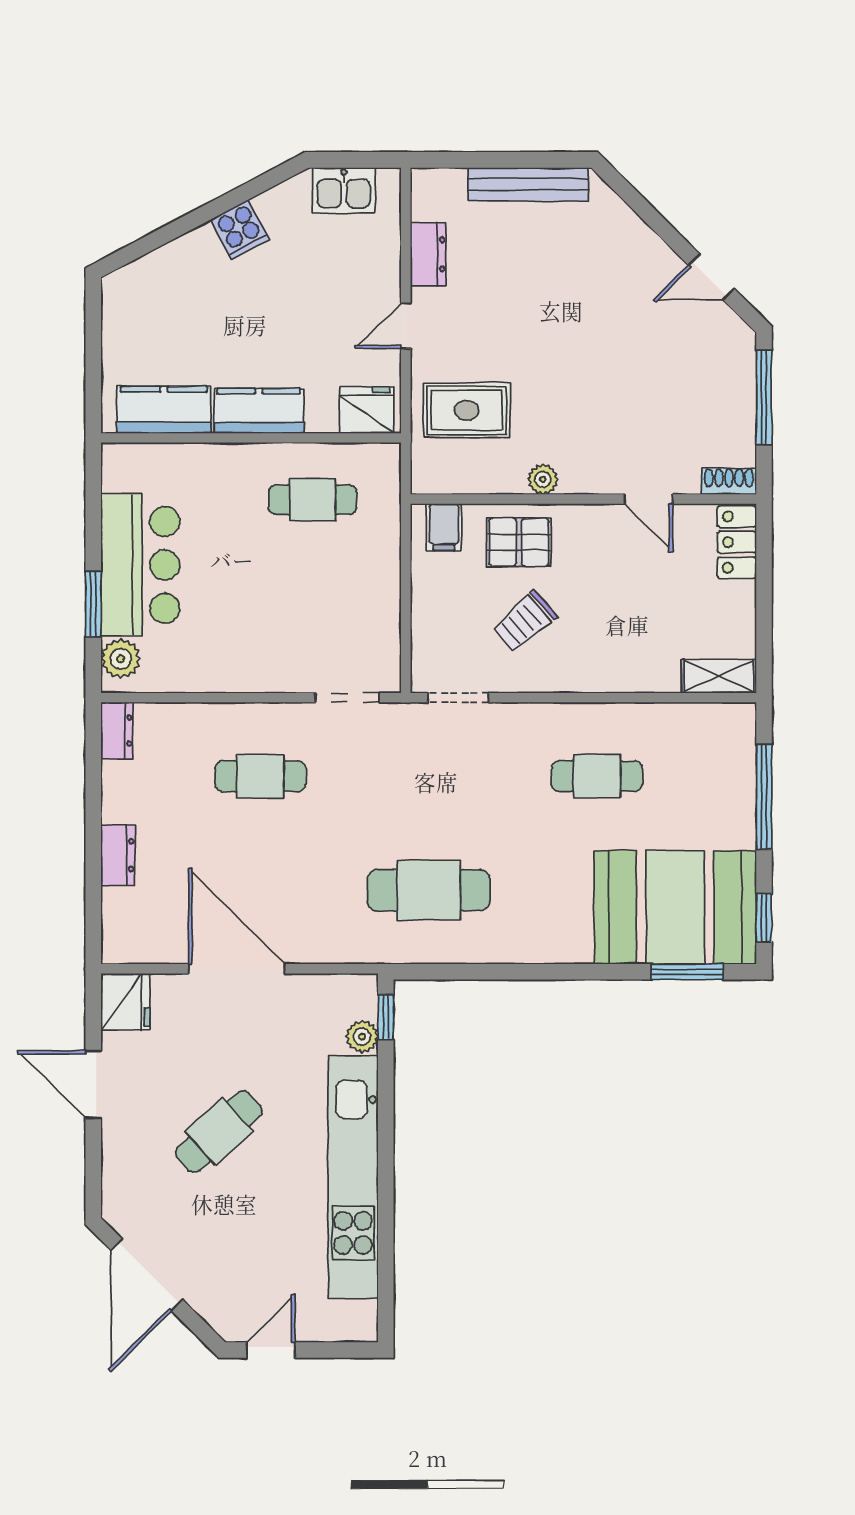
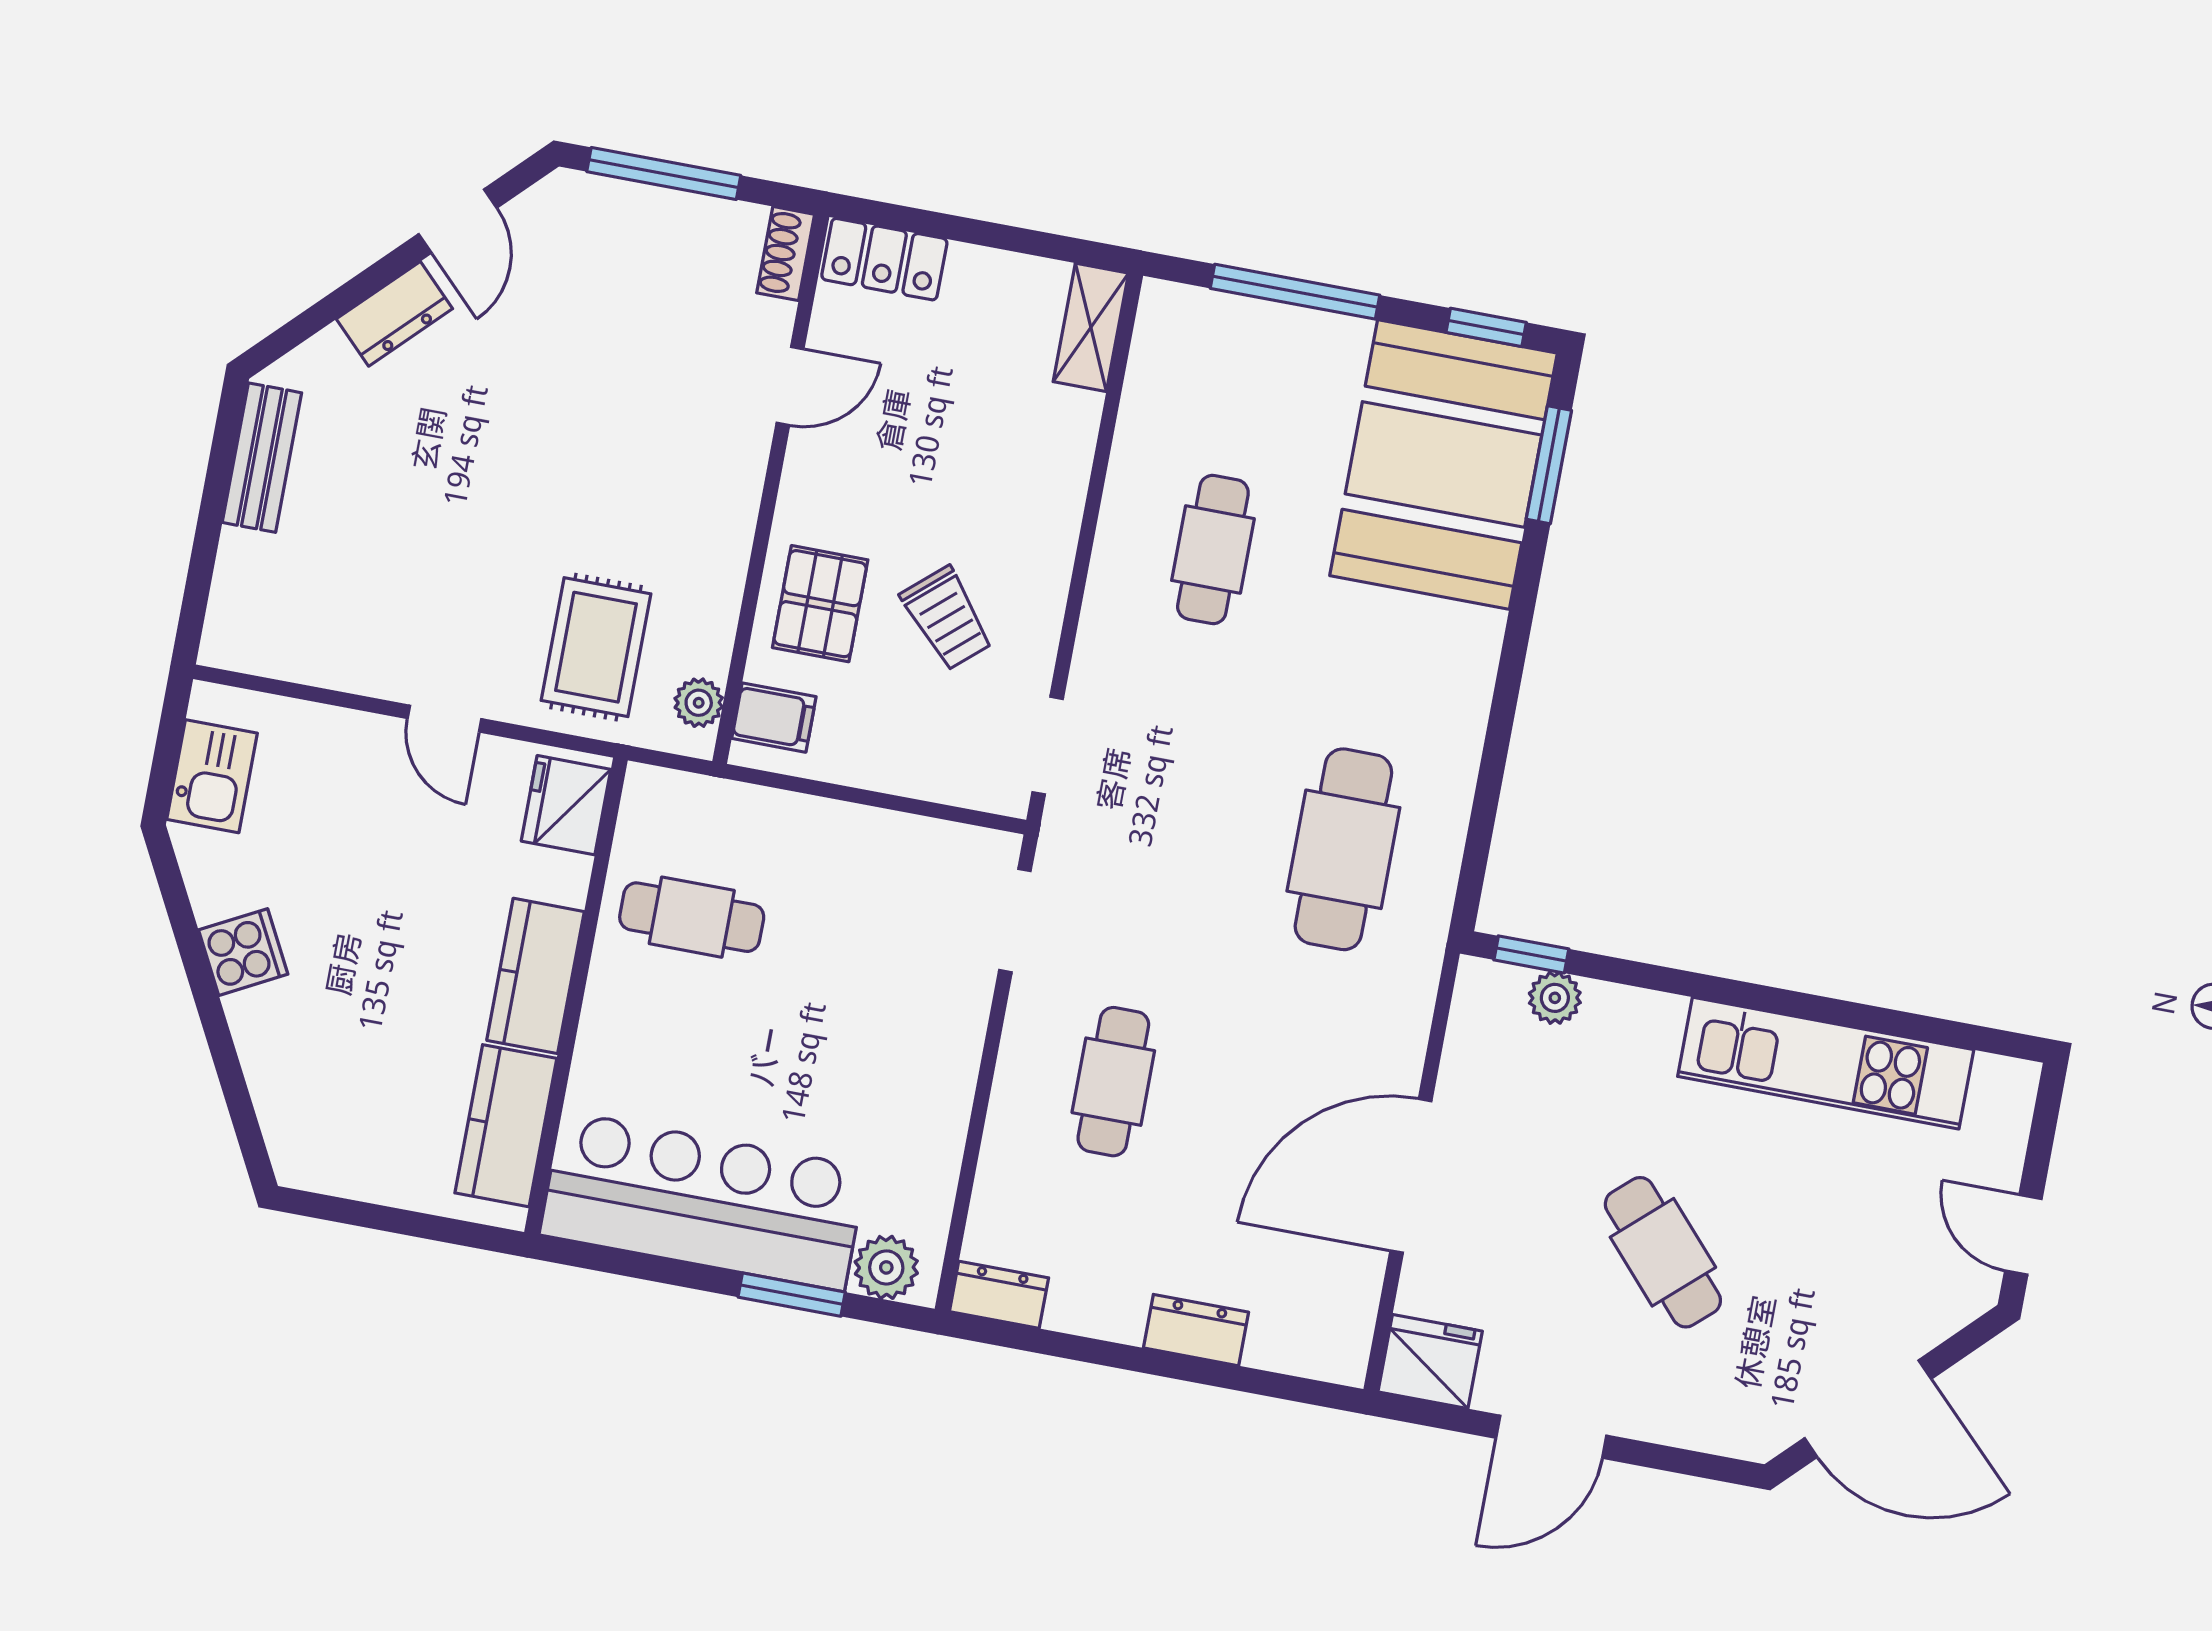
bench: (528, 184) -> (262, 458), width x0.73
dresser: (428, 254) -> (394, 314), moved, turned 135
plant: (543, 479) -> (699, 703), moved
cafe table: (313, 500) -> (692, 917), turned 90
bar counter: (140, 565) -> (703, 1201), width x1.36
kitchen unit: (353, 1177) -> (1826, 1063), width x0.73

